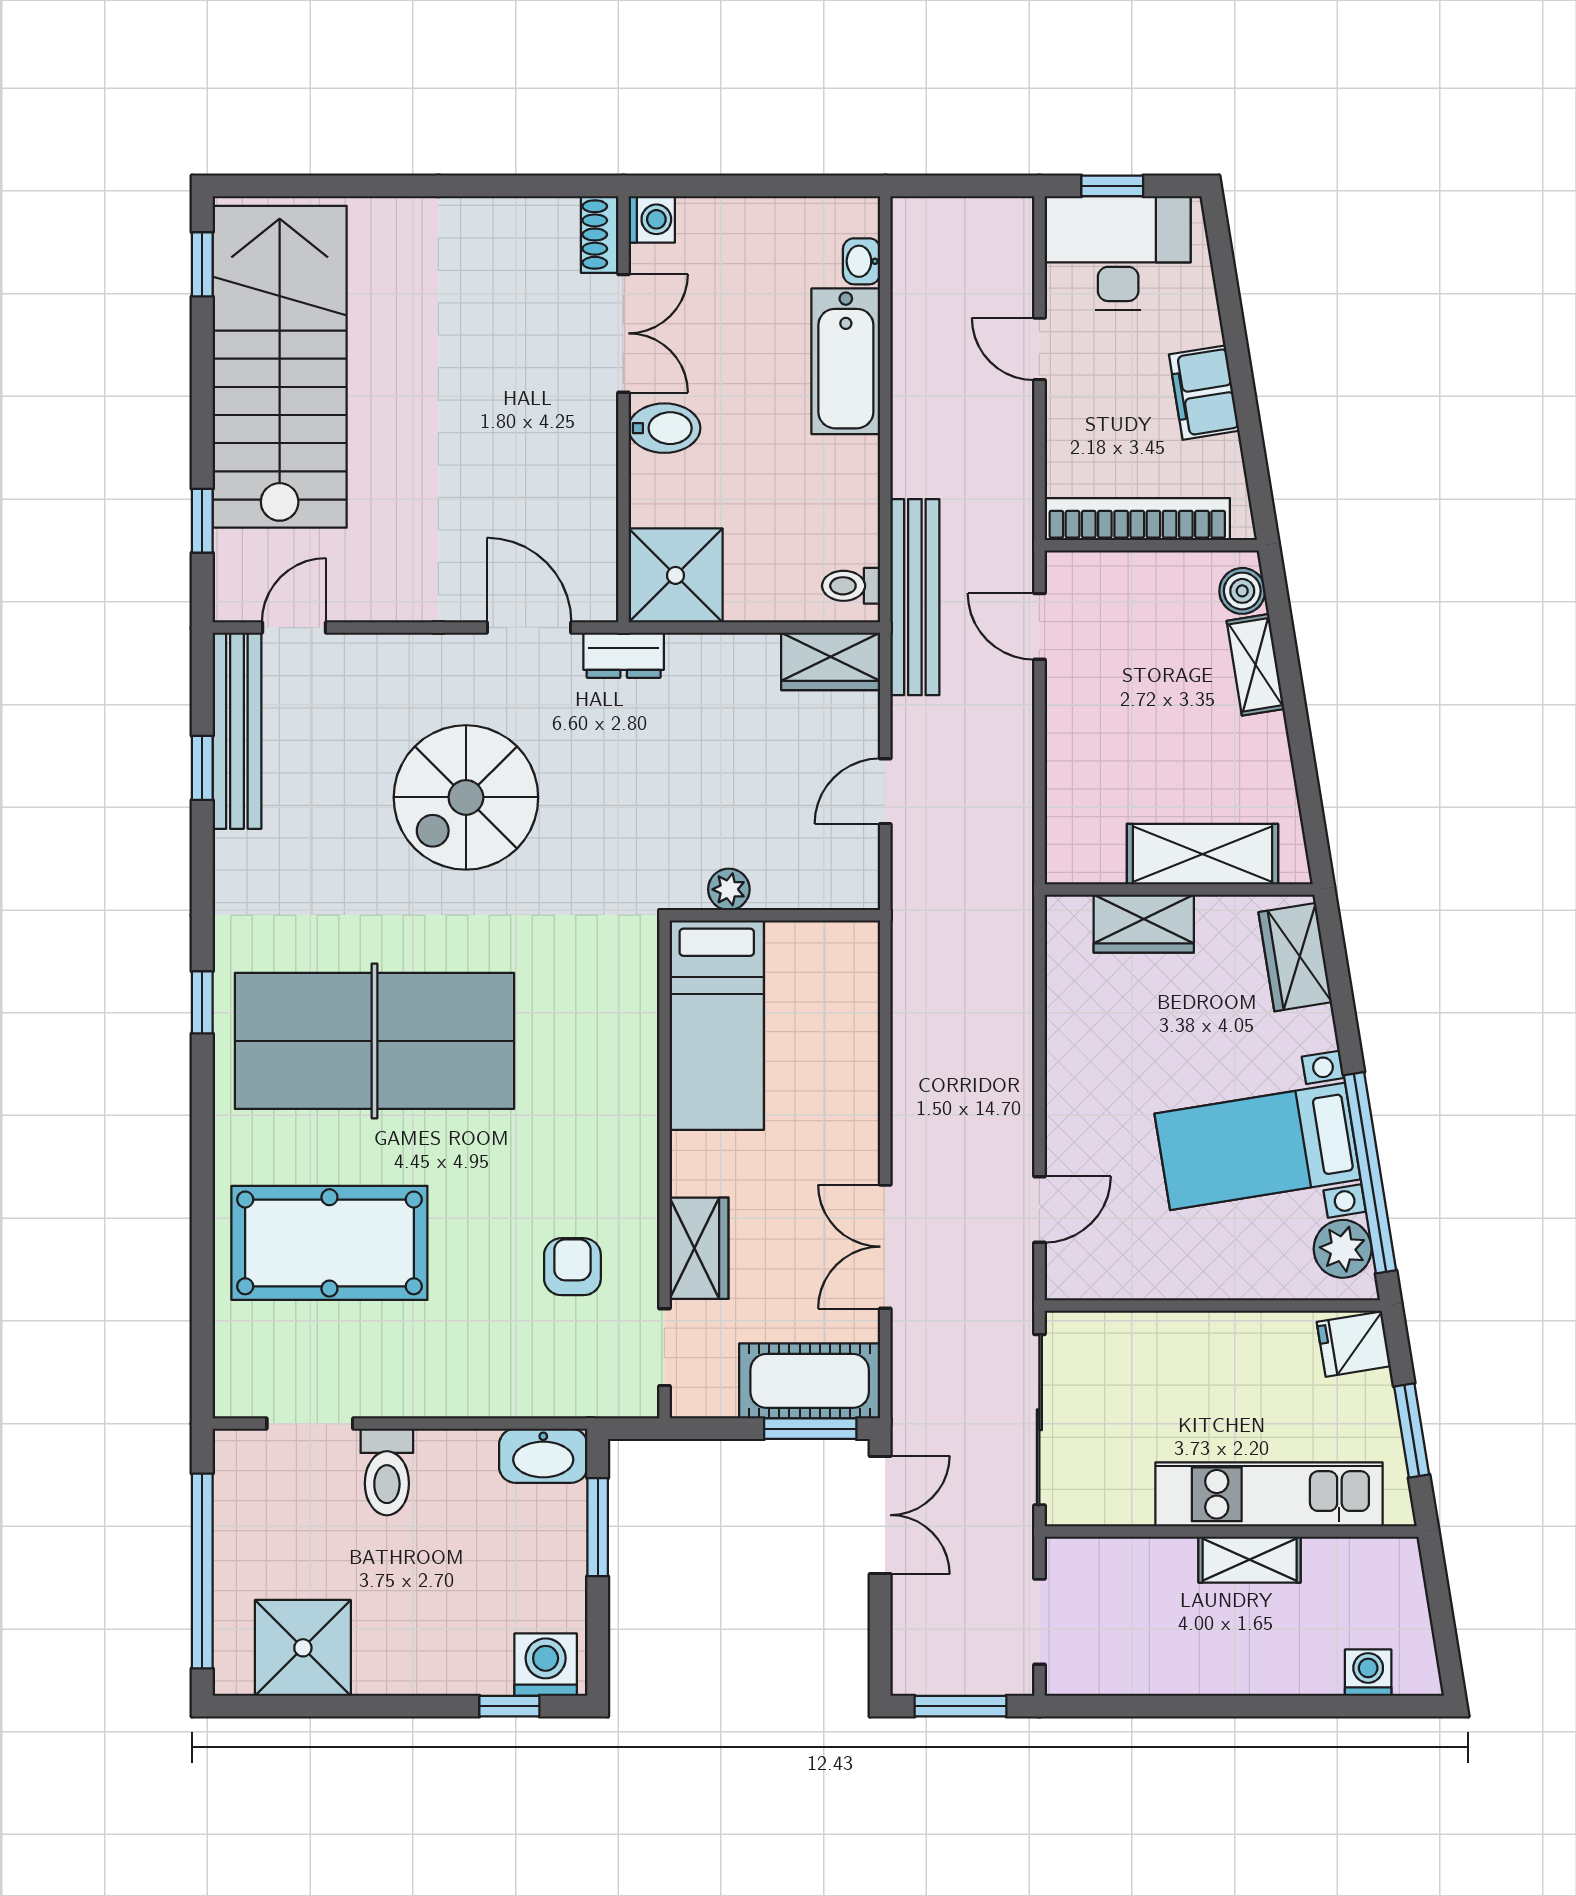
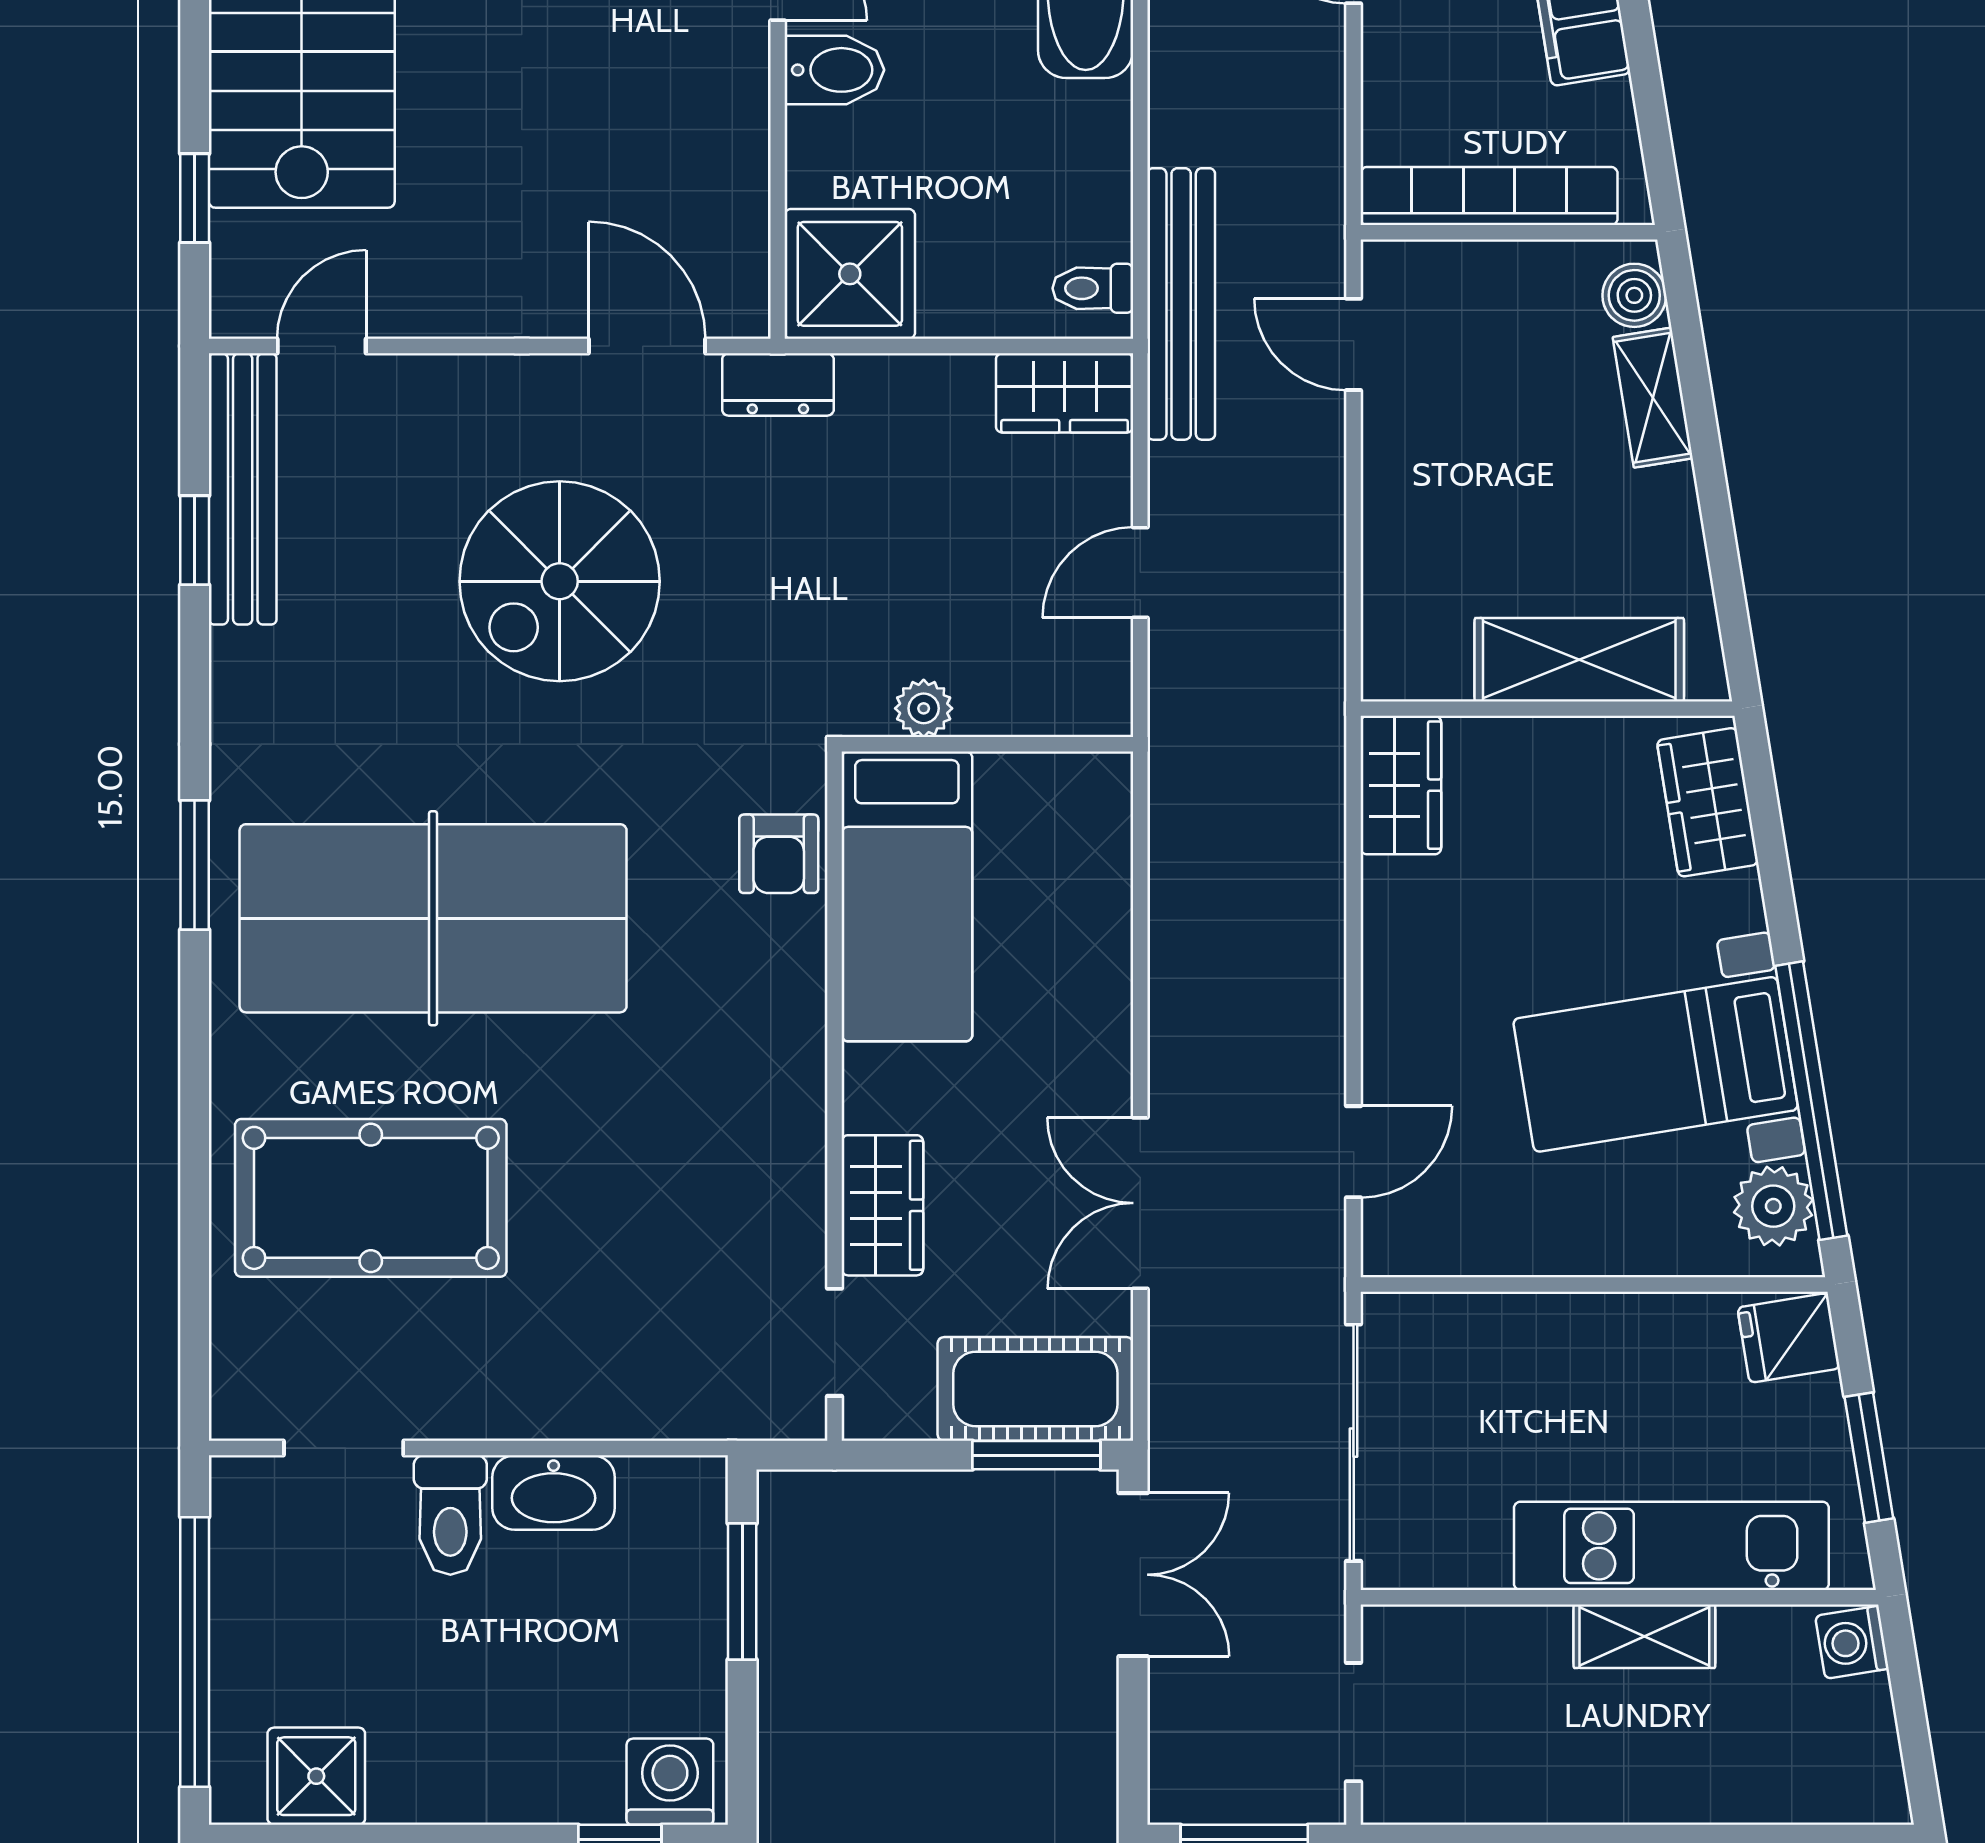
wardrobe: (1144, 924) -> (1401, 785), moved, turned -90
window: (202, 1002) -> (195, 865), width x1.50
armchair: (572, 1267) -> (779, 854), moved, turned 180
washbasin: (543, 1456) -> (554, 1493), moved
shower: (303, 1648) -> (316, 1776), width x0.73, depth x0.73
washing machine: (1368, 1673) -> (1852, 1642), moved, turned -99

